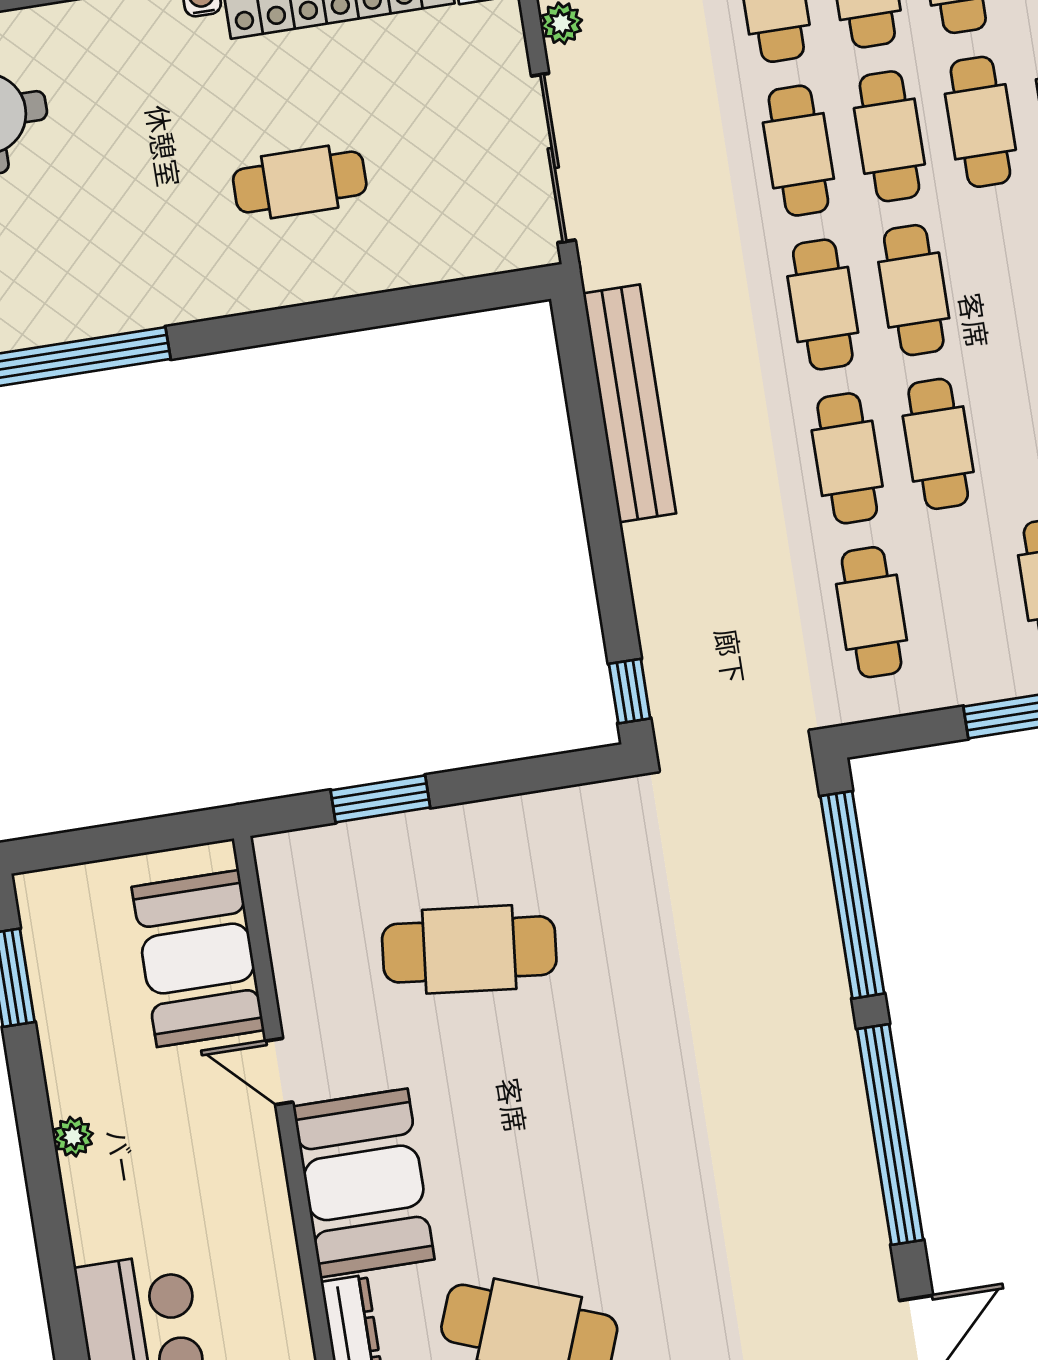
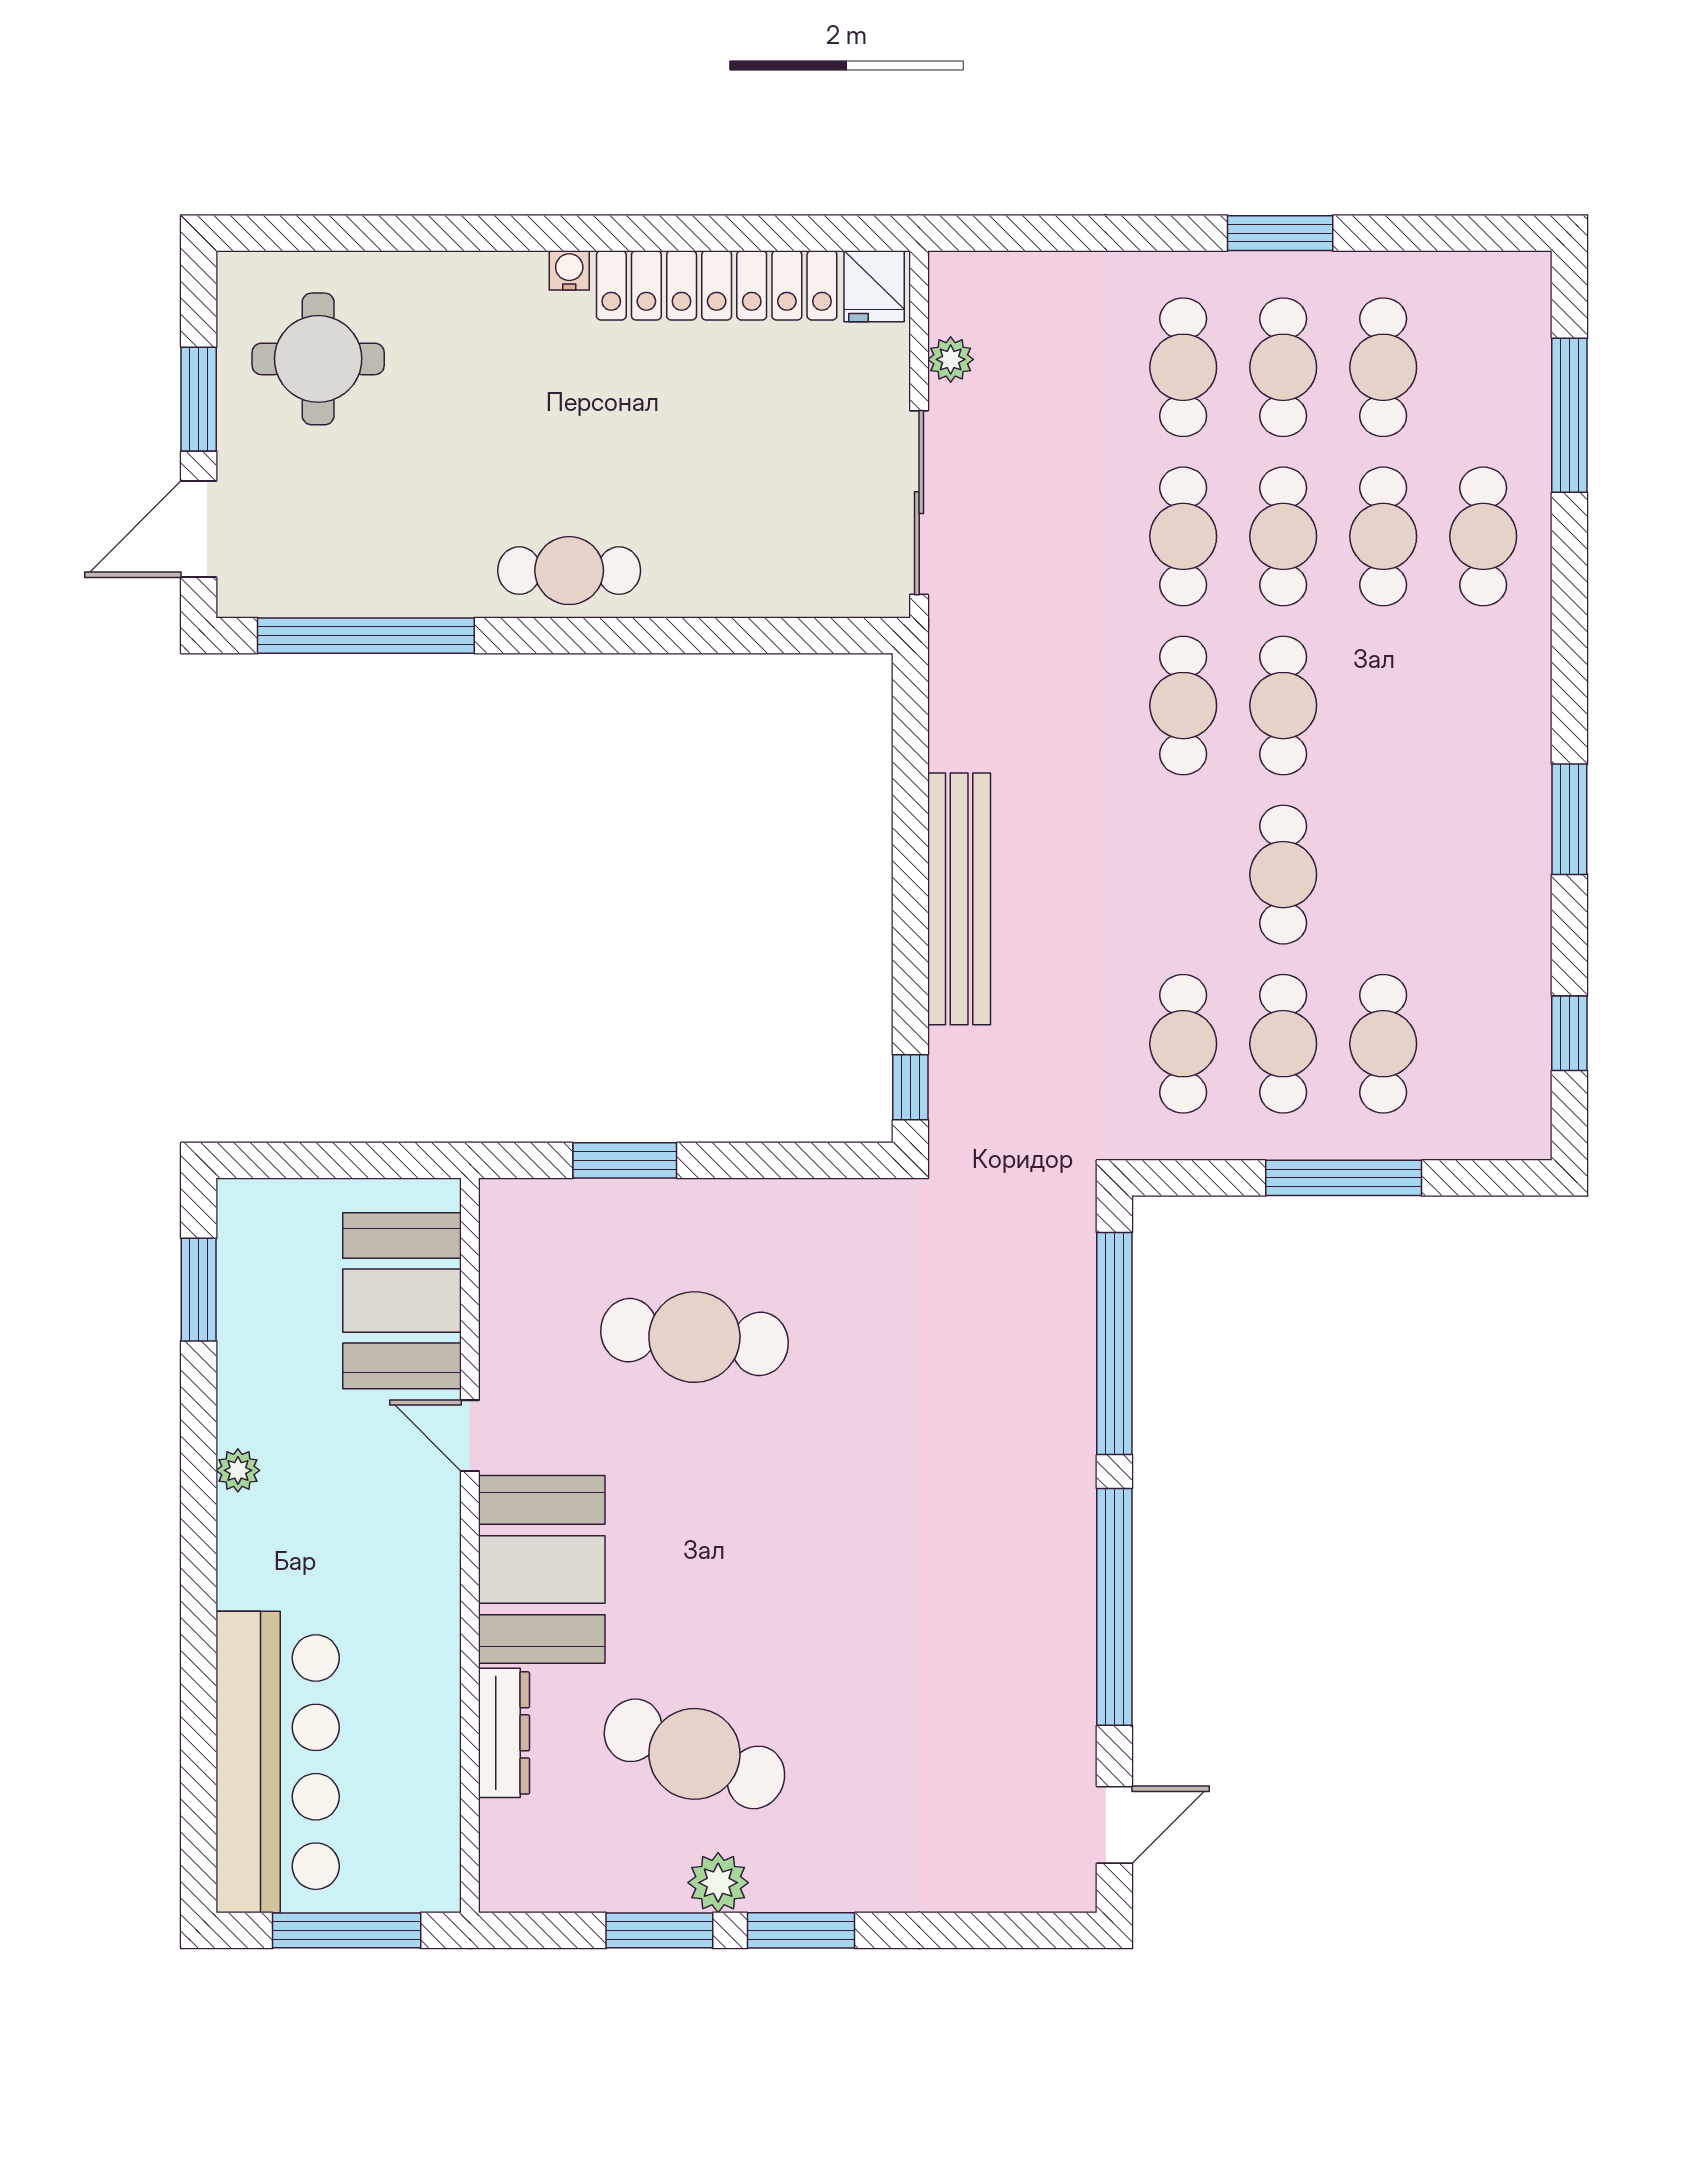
cafe table: (300, 182) -> (569, 571), moved
bench: (630, 403) -> (959, 899), moved
cafe table: (847, 458) -> (1283, 1044), moved

